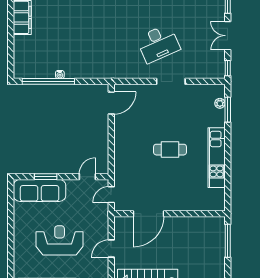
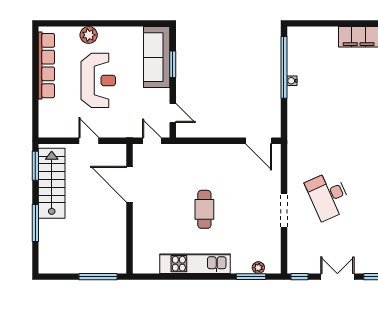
plant: (21, 249) -> (89, 35), added

